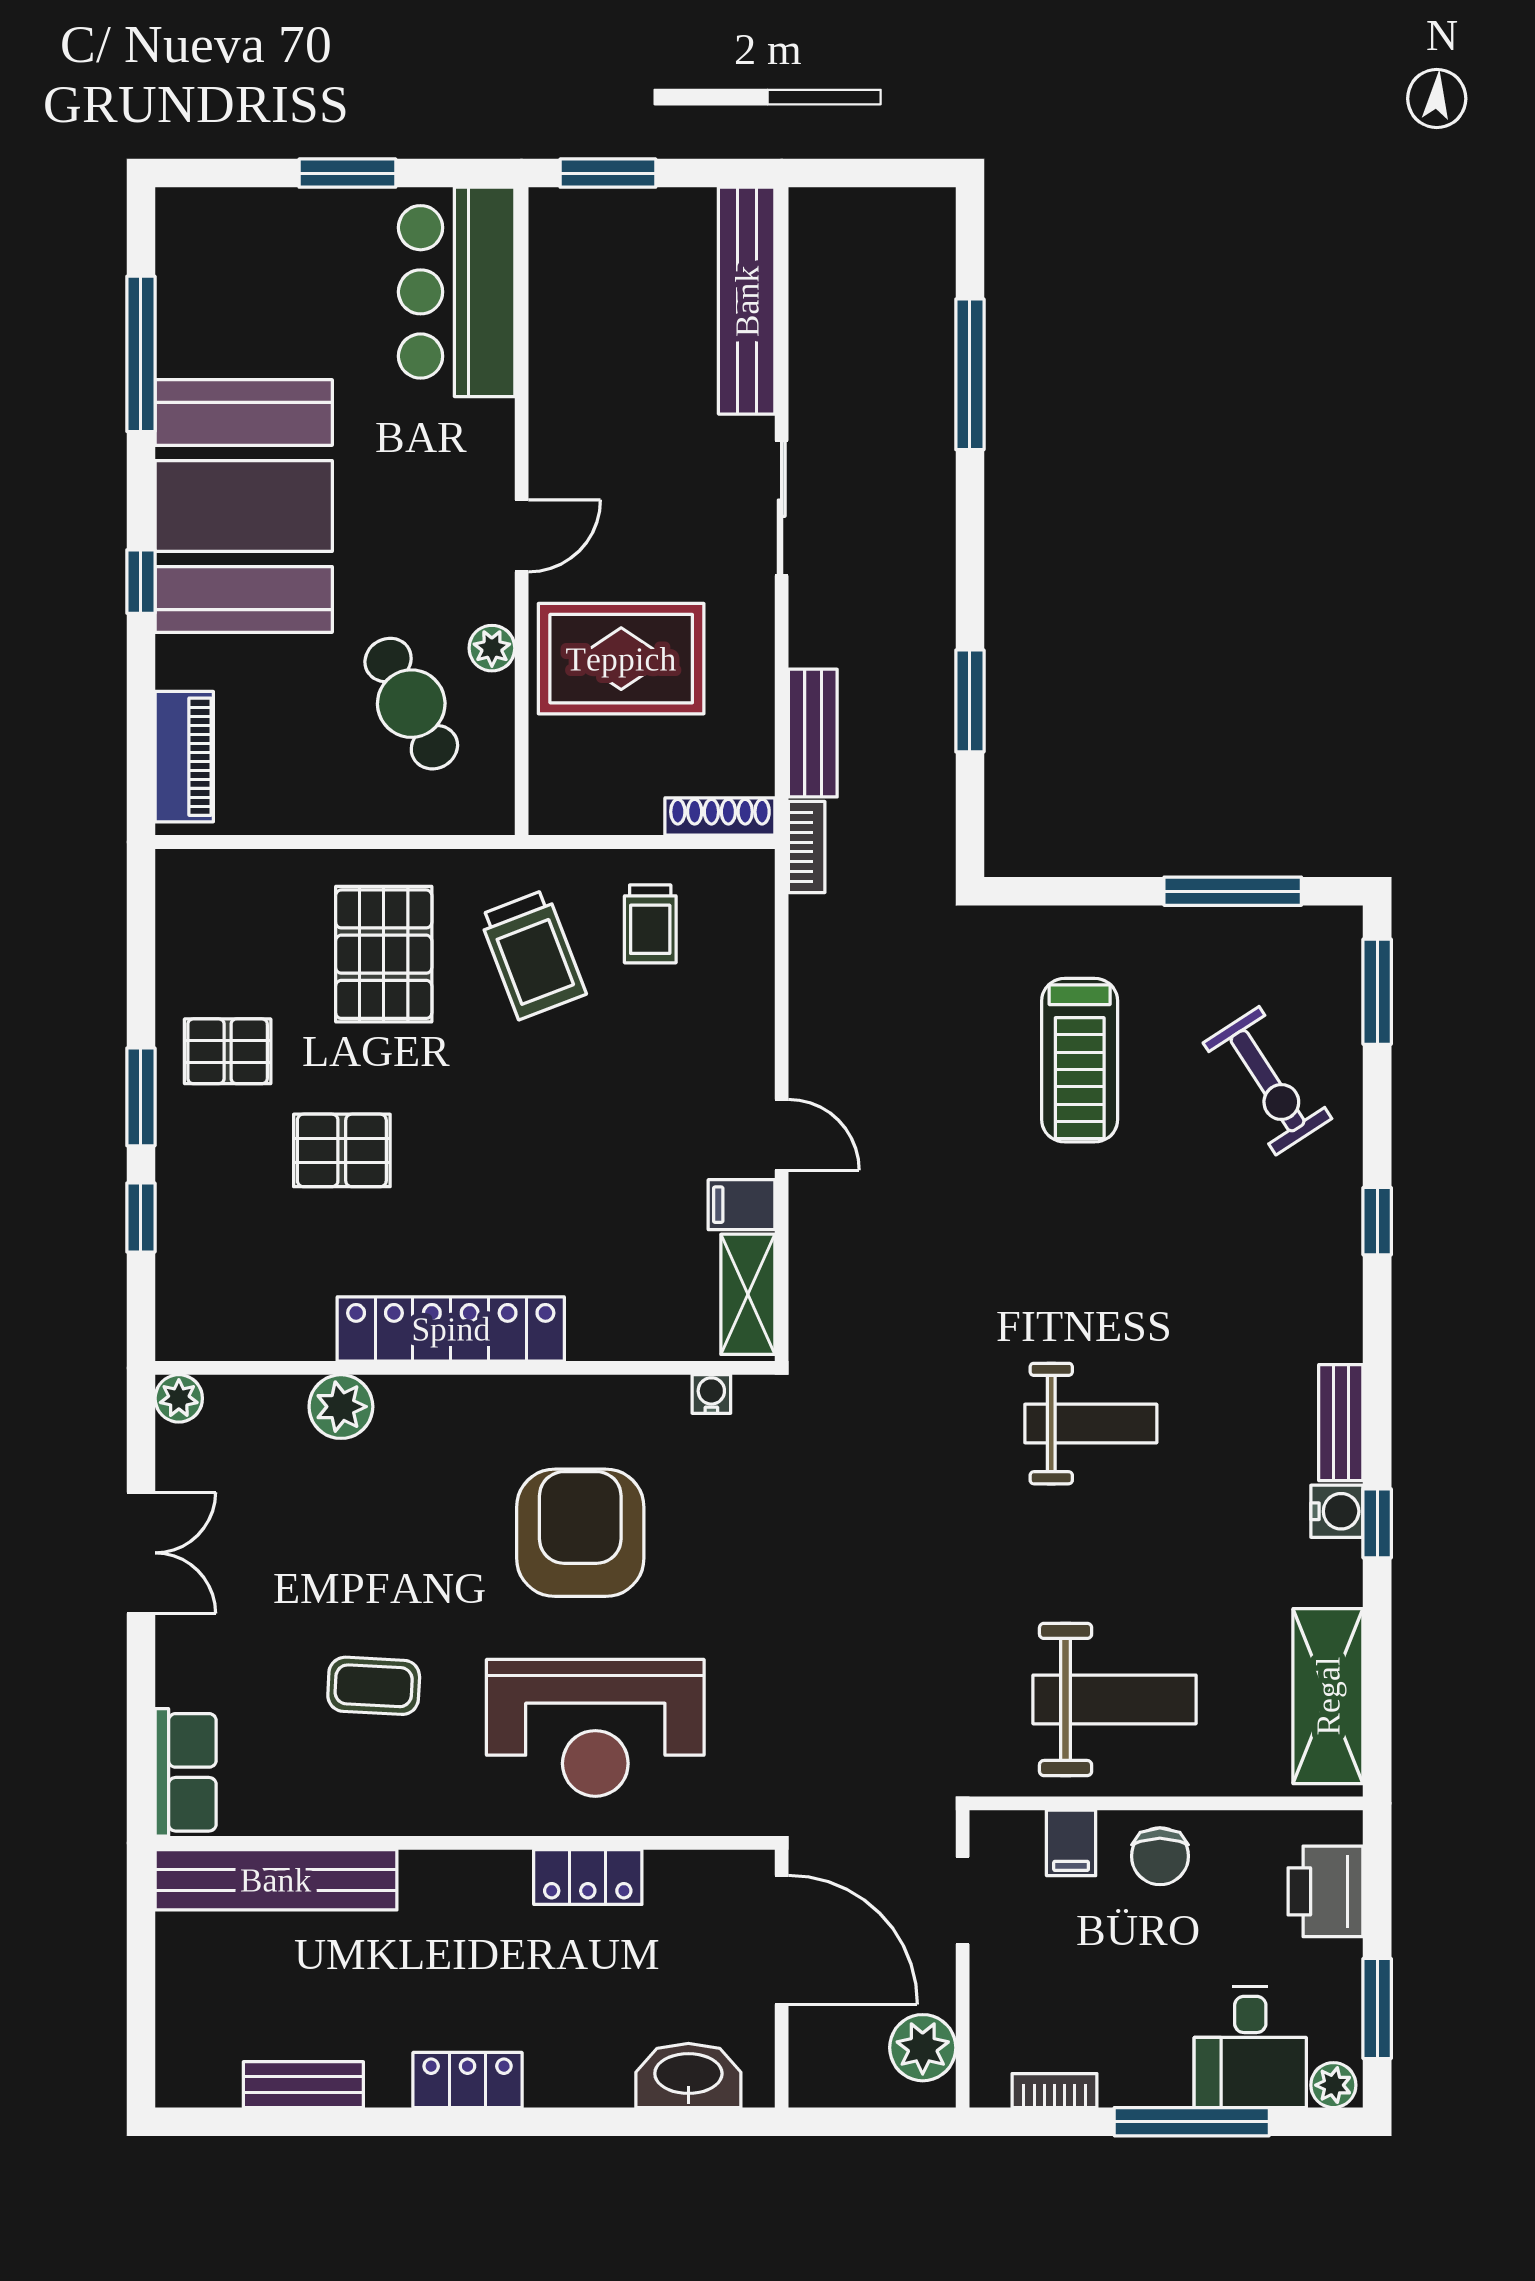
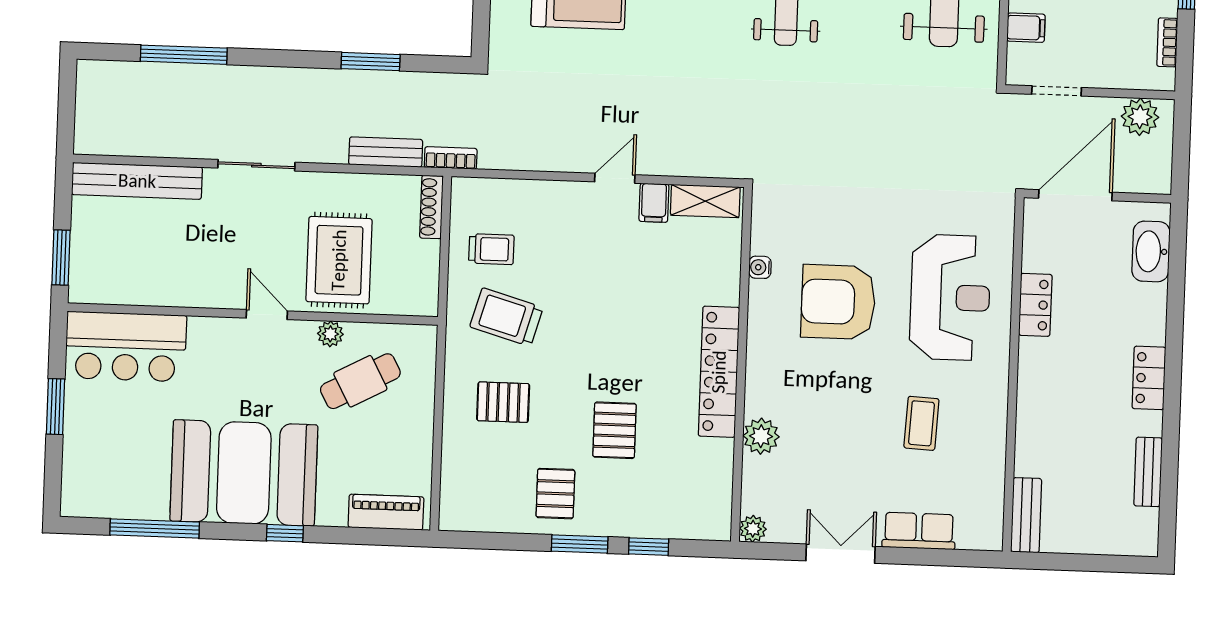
pallet: (384, 954) -> (503, 402), width x0.67, depth x0.71
trolley: (532, 955) -> (506, 317), turned -143
water cooler: (711, 1394) -> (760, 267), moved
row of seats: (186, 1772) -> (919, 531), moved
bench: (276, 1880) -> (1026, 515), width x0.54, depth x0.82

